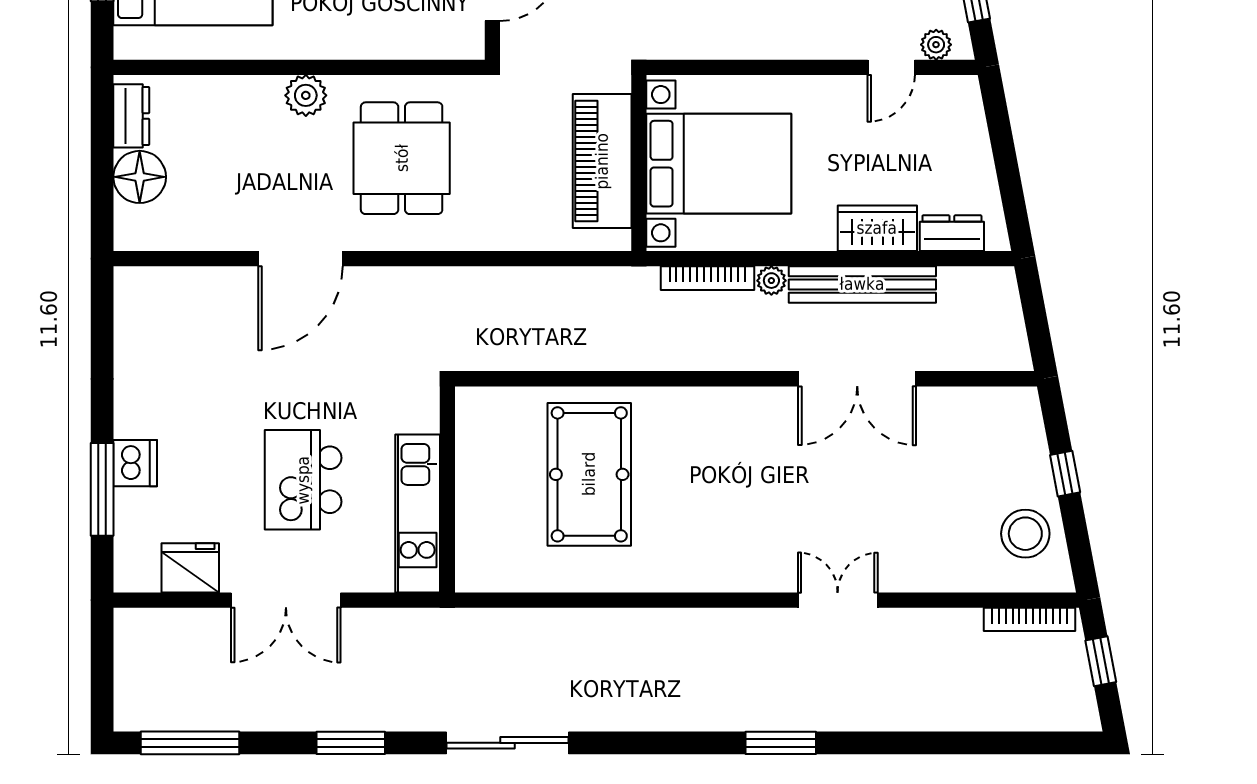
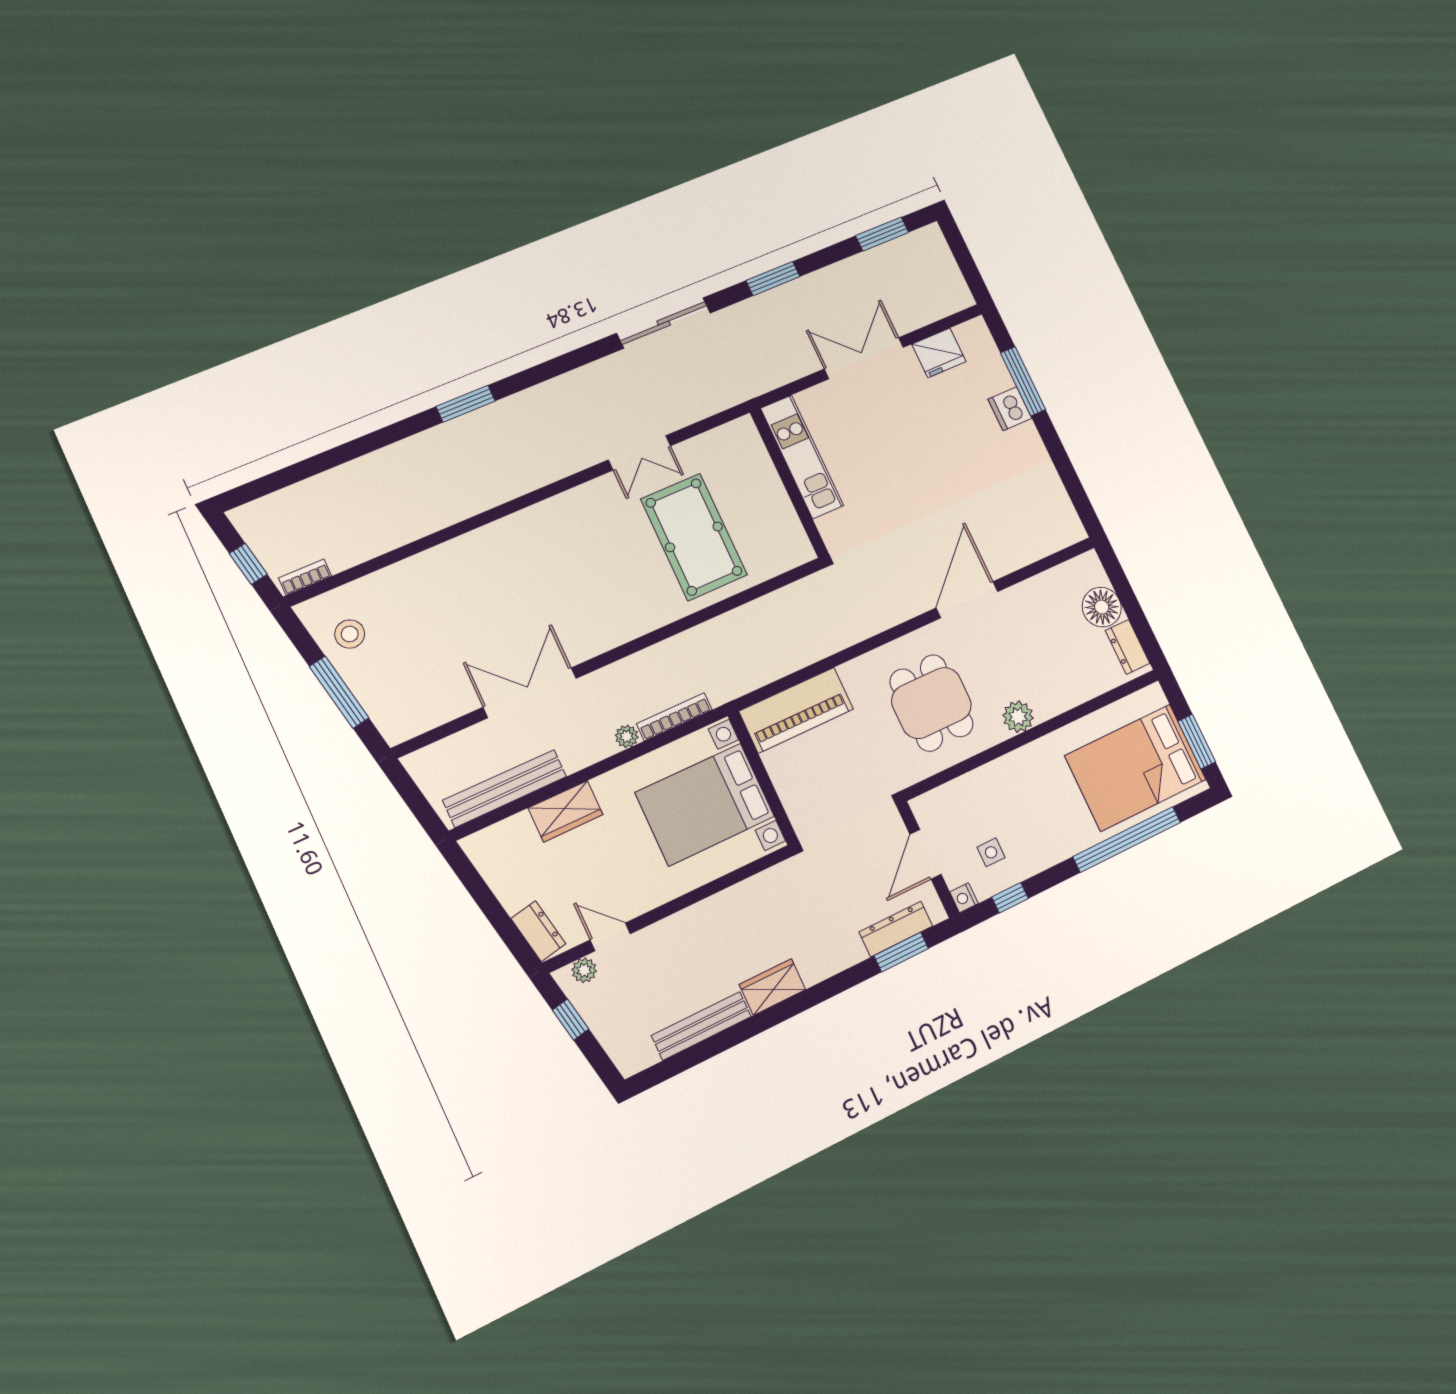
door: (891, 67) -> (610, 937), hinge flipped
piano: (602, 161) -> (796, 710), moved, turned 90
dresser: (952, 233) -> (538, 931), moved, turned -101
bench: (862, 284) -> (505, 788), moved
window: (1065, 474) -> (339, 692), width x2.17
kitchen island: (303, 480) -> (892, 446), removed
stool: (1025, 534) -> (350, 634), width x0.73, depth x0.73
double door: (838, 600) -> (639, 453), moved
bookcase: (1029, 619) -> (305, 577), width x0.64
window: (190, 743) -> (882, 234), width x0.69

